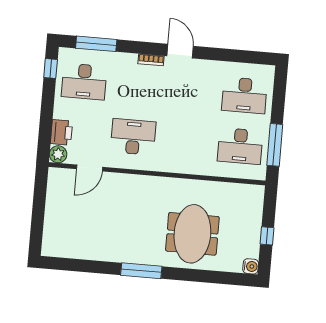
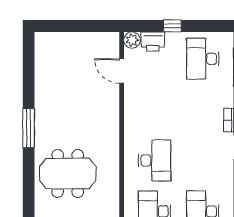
window: (51, 68) -> (172, 26), moved
desk: (133, 137) -> (155, 161), moved

